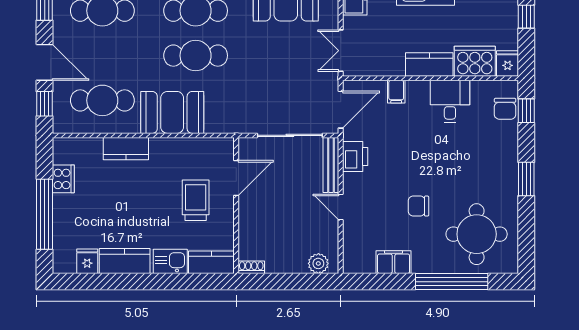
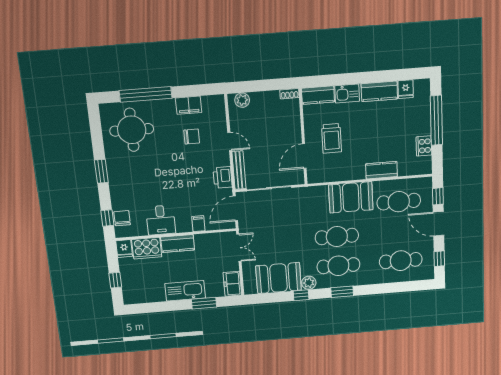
chair: (418, 206) -> (192, 136), moved

